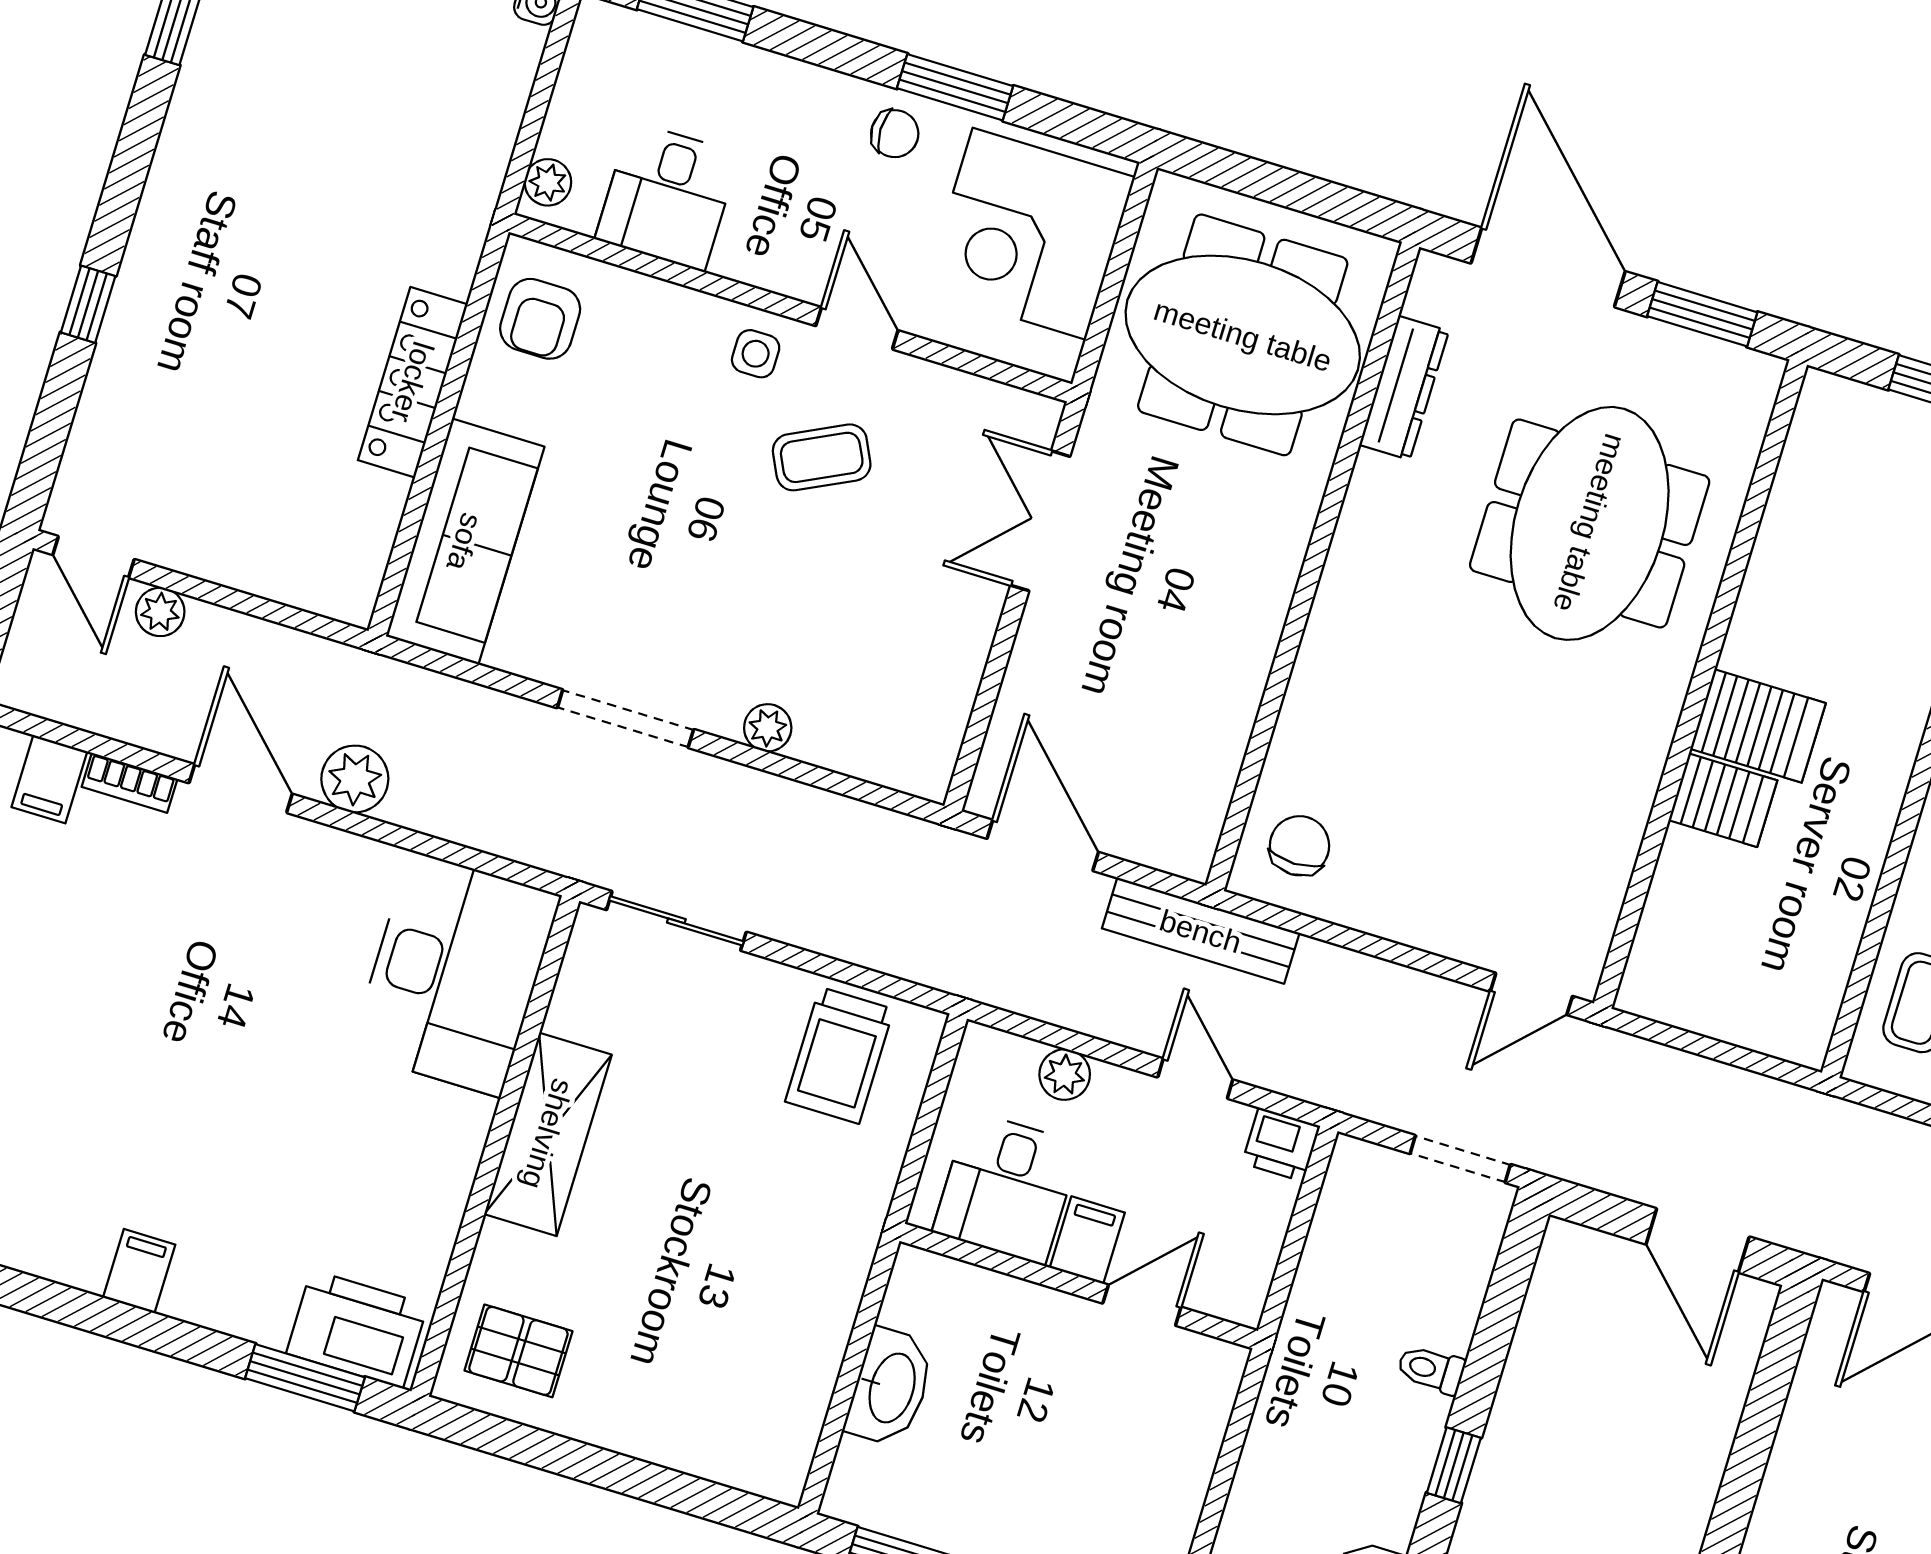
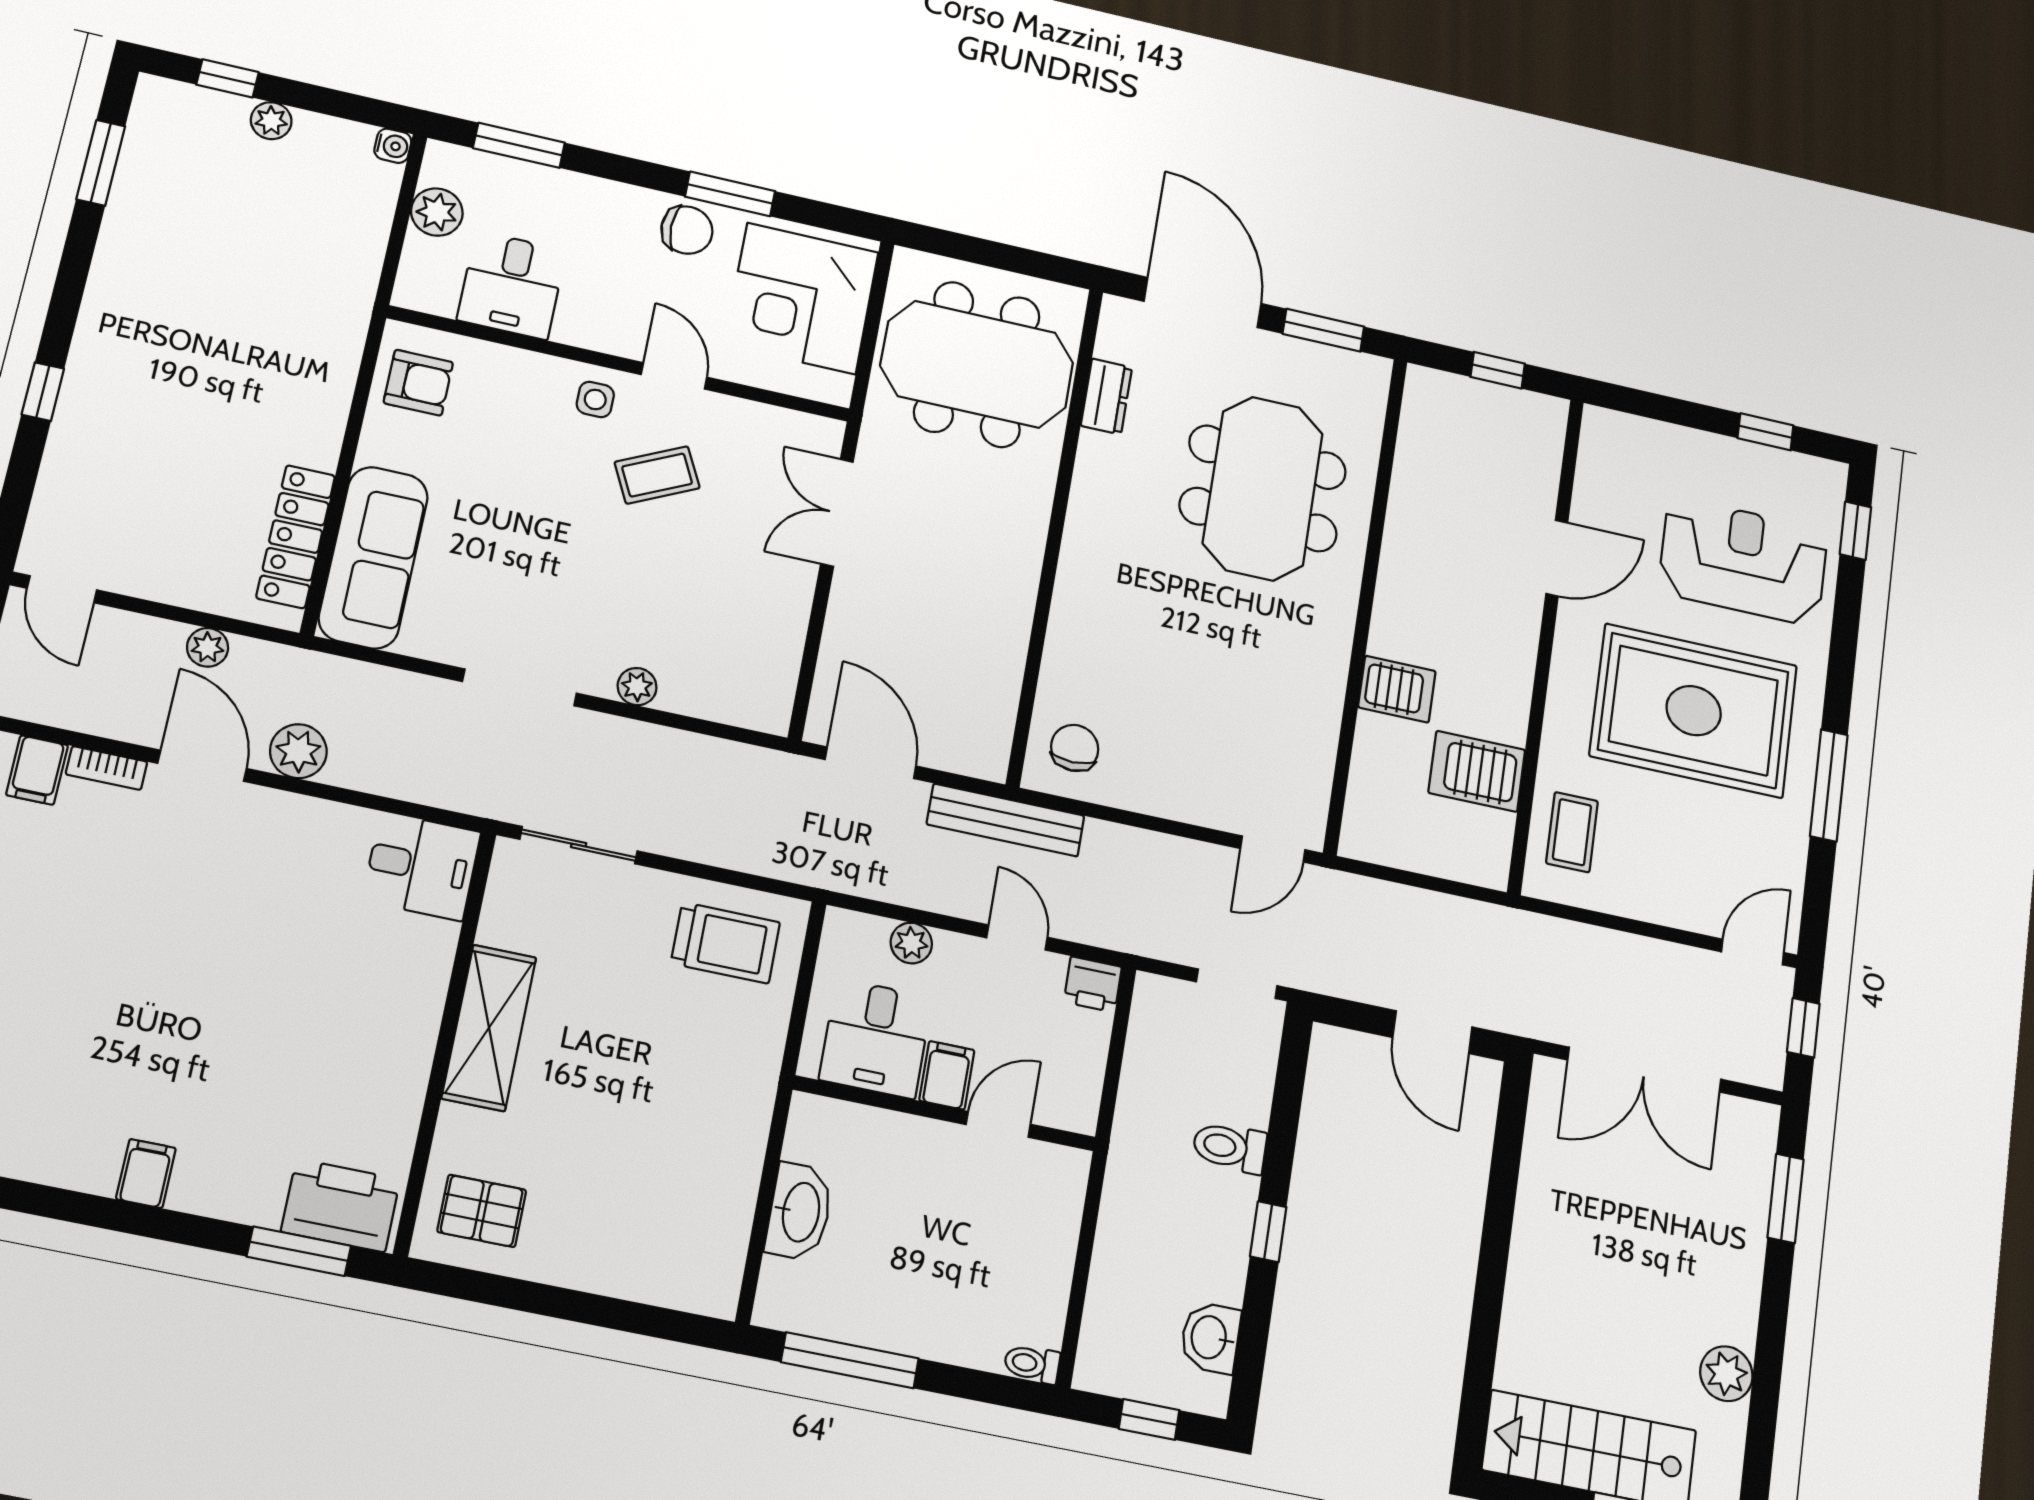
chair: (895, 134) -> (687, 230), width x1.37, depth x1.37
plant: (548, 182) -> (437, 212), moved, width x1.38, depth x1.38
armchair: (540, 319) -> (418, 383), turned -90
locker: (413, 382) -> (296, 537), moved
dresser: (1404, 388) -> (1106, 397), width x0.70
plant: (160, 612) -> (208, 647), moved
server rack: (1758, 726) -> (1477, 771), moved, turned 180
desk: (455, 974) -> (422, 866), width x0.53, depth x0.77
trolley: (839, 1055) -> (725, 943), turned -90
toilet: (1431, 1369) -> (1230, 1147), width x1.37, depth x1.39

